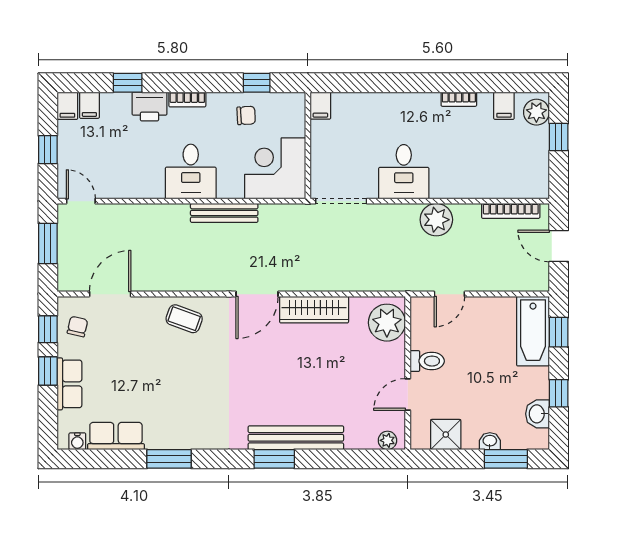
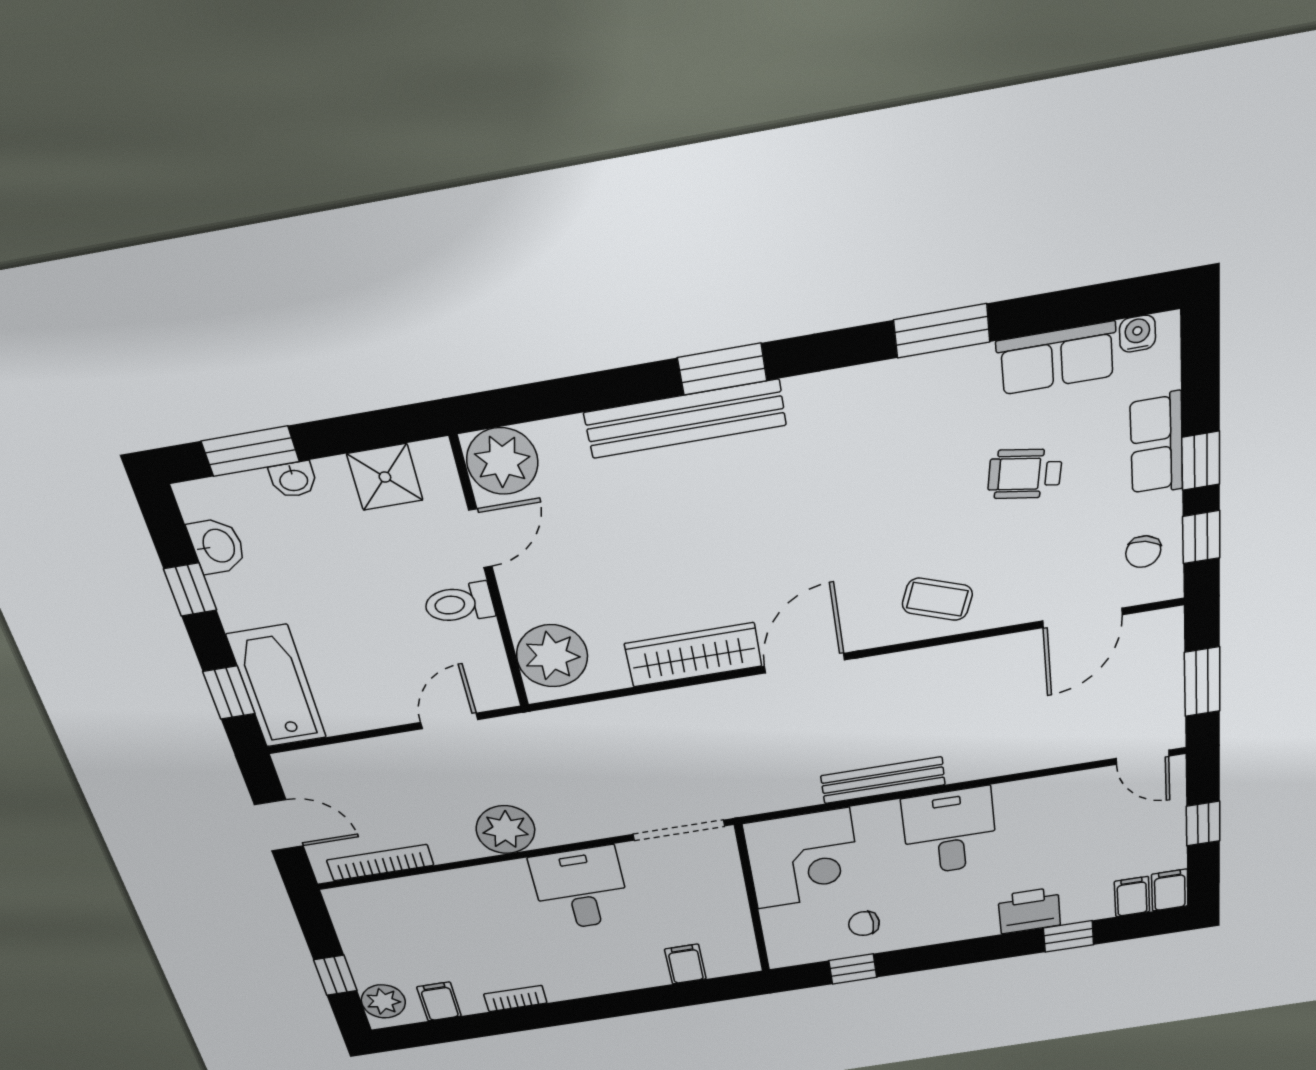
bookcase: (187, 99) -> (966, 930), removed
filing cabinet: (320, 106) -> (685, 964), moved
wheelchair: (135, 380) -> (1025, 474), added
plant: (387, 440) -> (502, 461), width x1.88, depth x1.88

